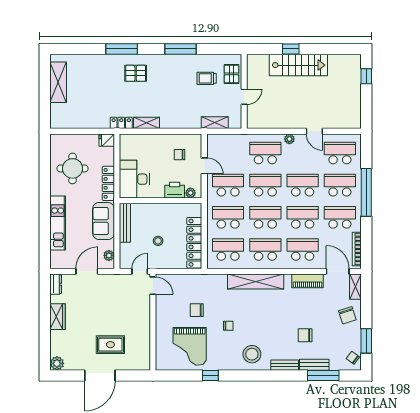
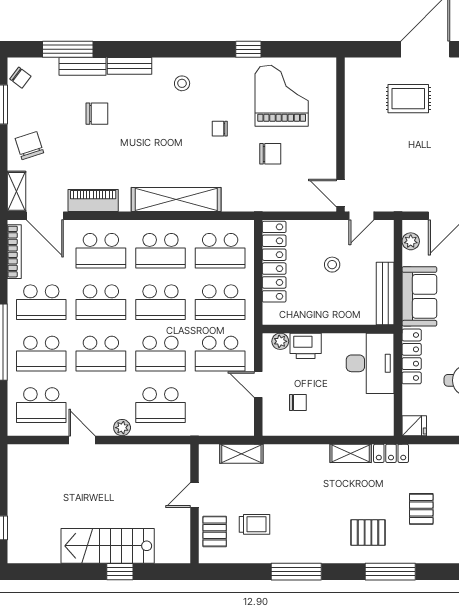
pallet: (102, 88) -> (421, 509), added
stool: (252, 354) -> (182, 83), width x0.53, depth x0.53

